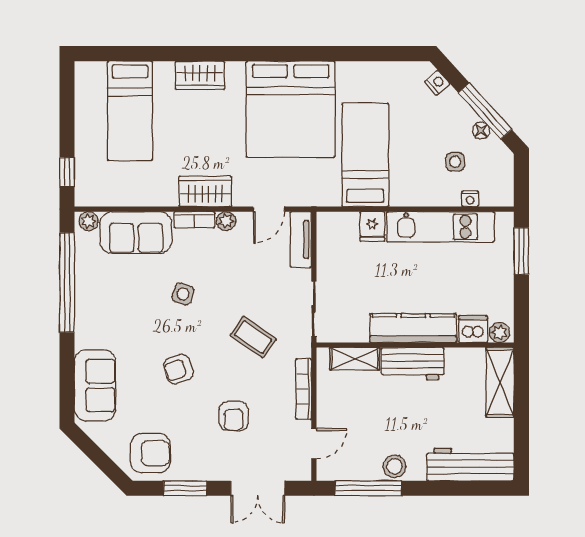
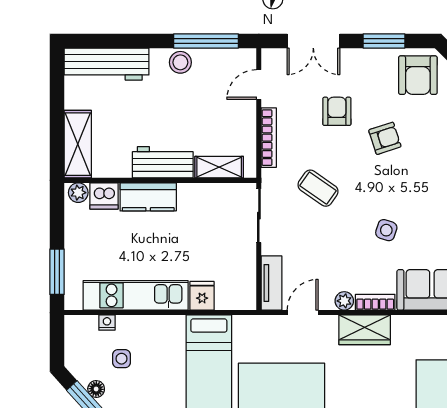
kitchen counter: (413, 328) -> (148, 197), width x0.67
armchair: (178, 369) -> (385, 138), moved
armchair: (150, 453) -> (418, 75), turned -90
double door: (258, 488) -> (313, 41), swing flipped

